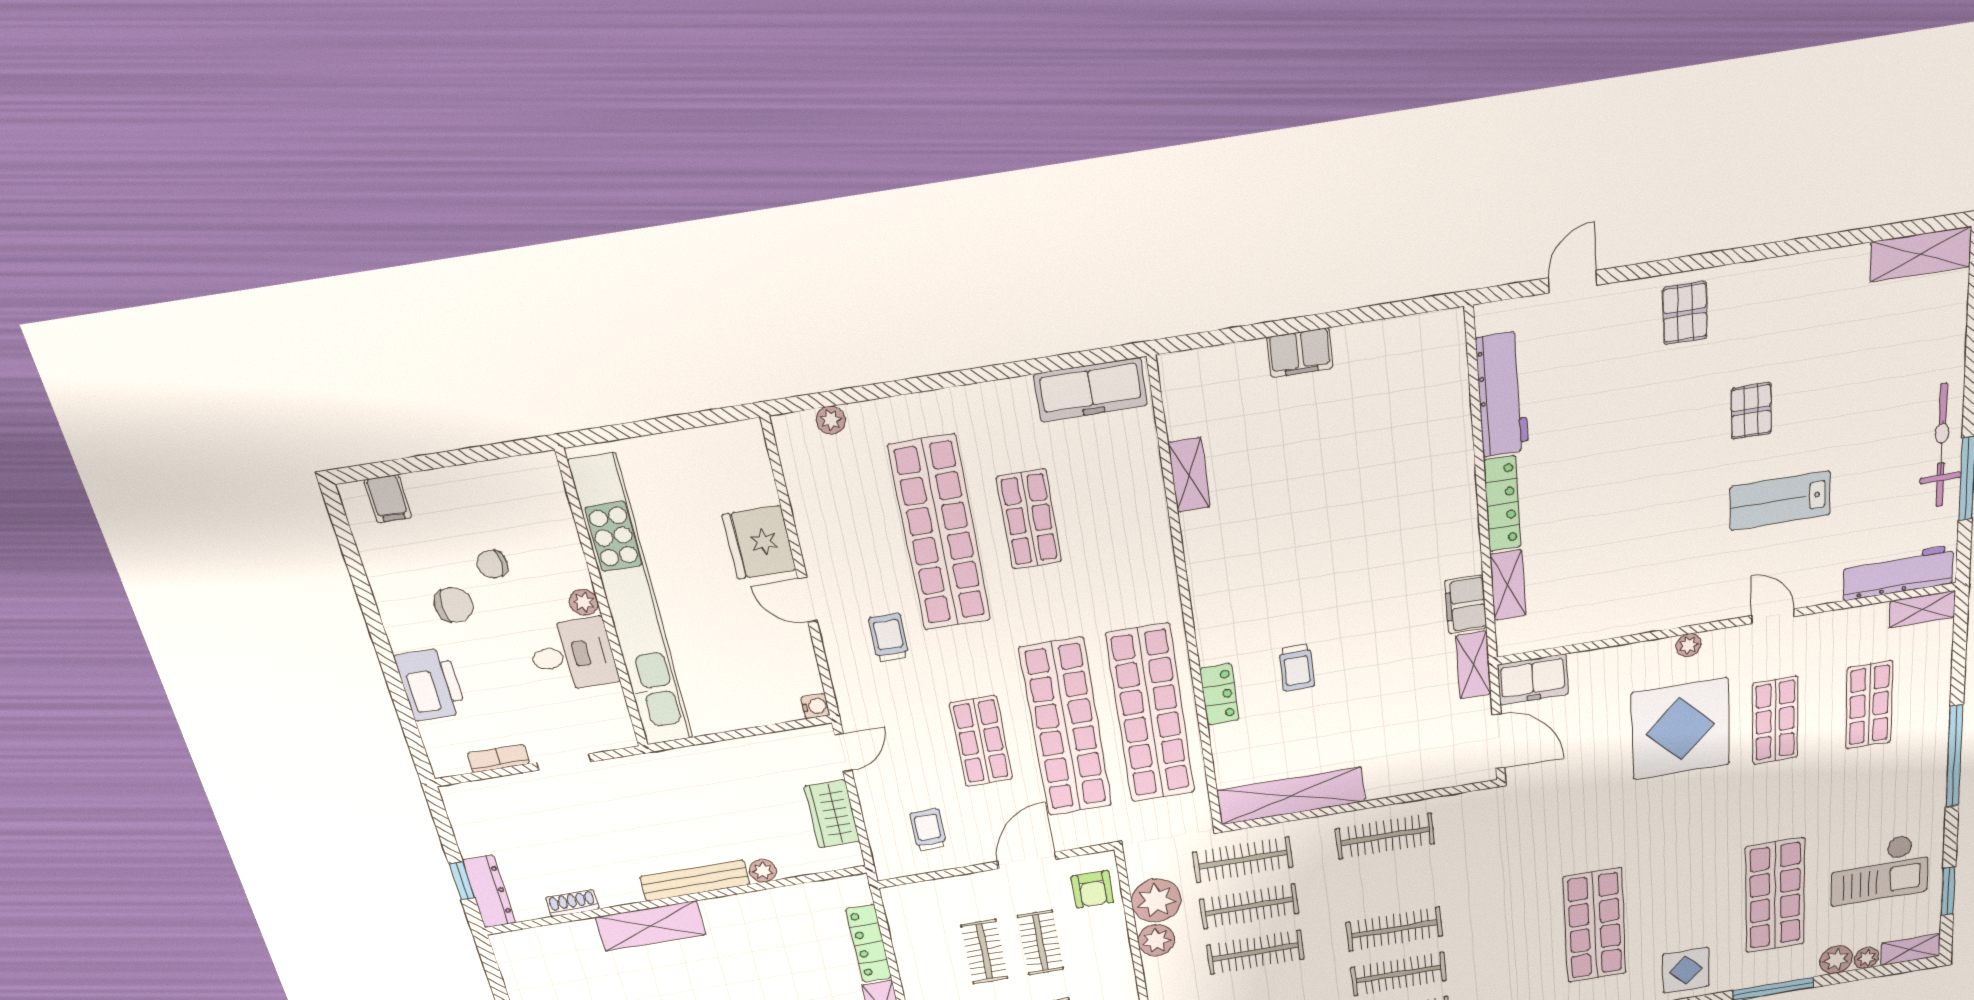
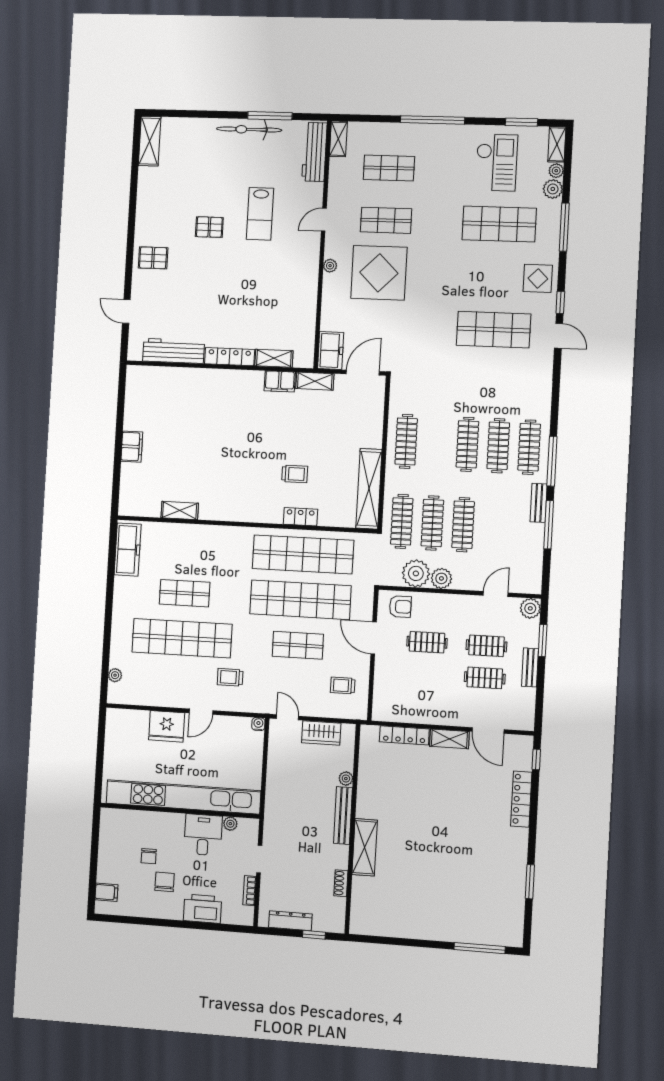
plant: (584, 602) -> (230, 824), moved
dresser: (489, 892) -> (290, 921), moved
clothes rail: (984, 952) -> (425, 674), removed

